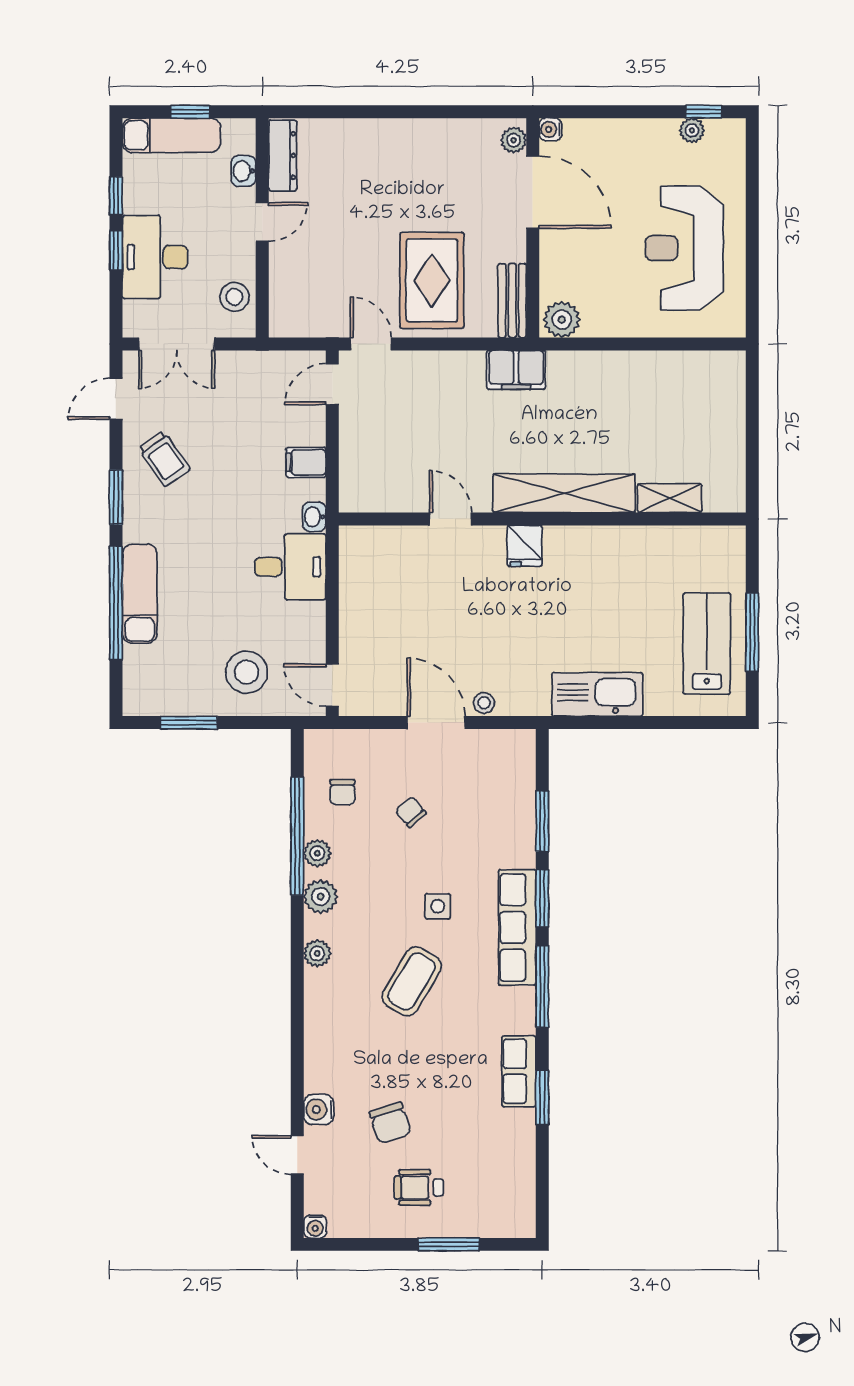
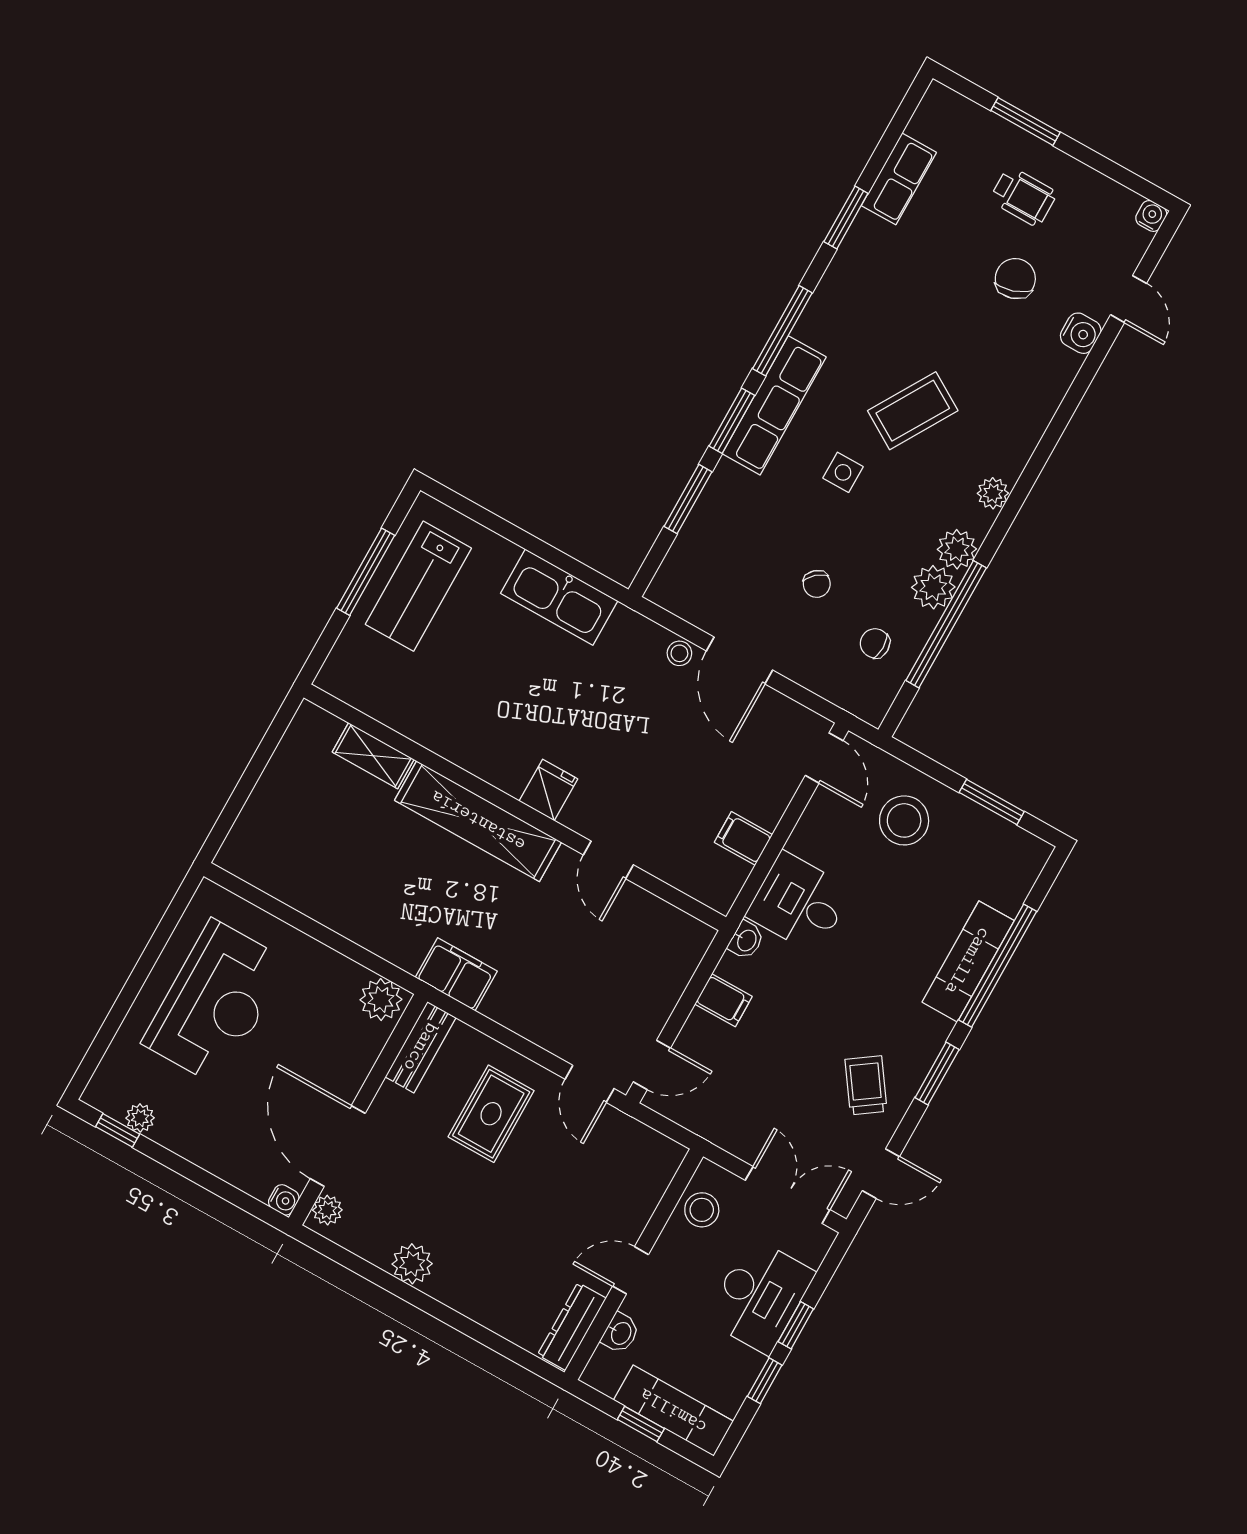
plant: (428, 135) -> (412, 1264), added
rug: (432, 280) -> (491, 1114), width x0.73, depth x0.70
filing cabinet: (359, 591) -> (743, 838), added
chair: (342, 792) -> (875, 643), turned -90
plant: (317, 853) -> (933, 587), width x1.38, depth x1.38
row of seats: (519, 1071) -> (899, 179), moved

